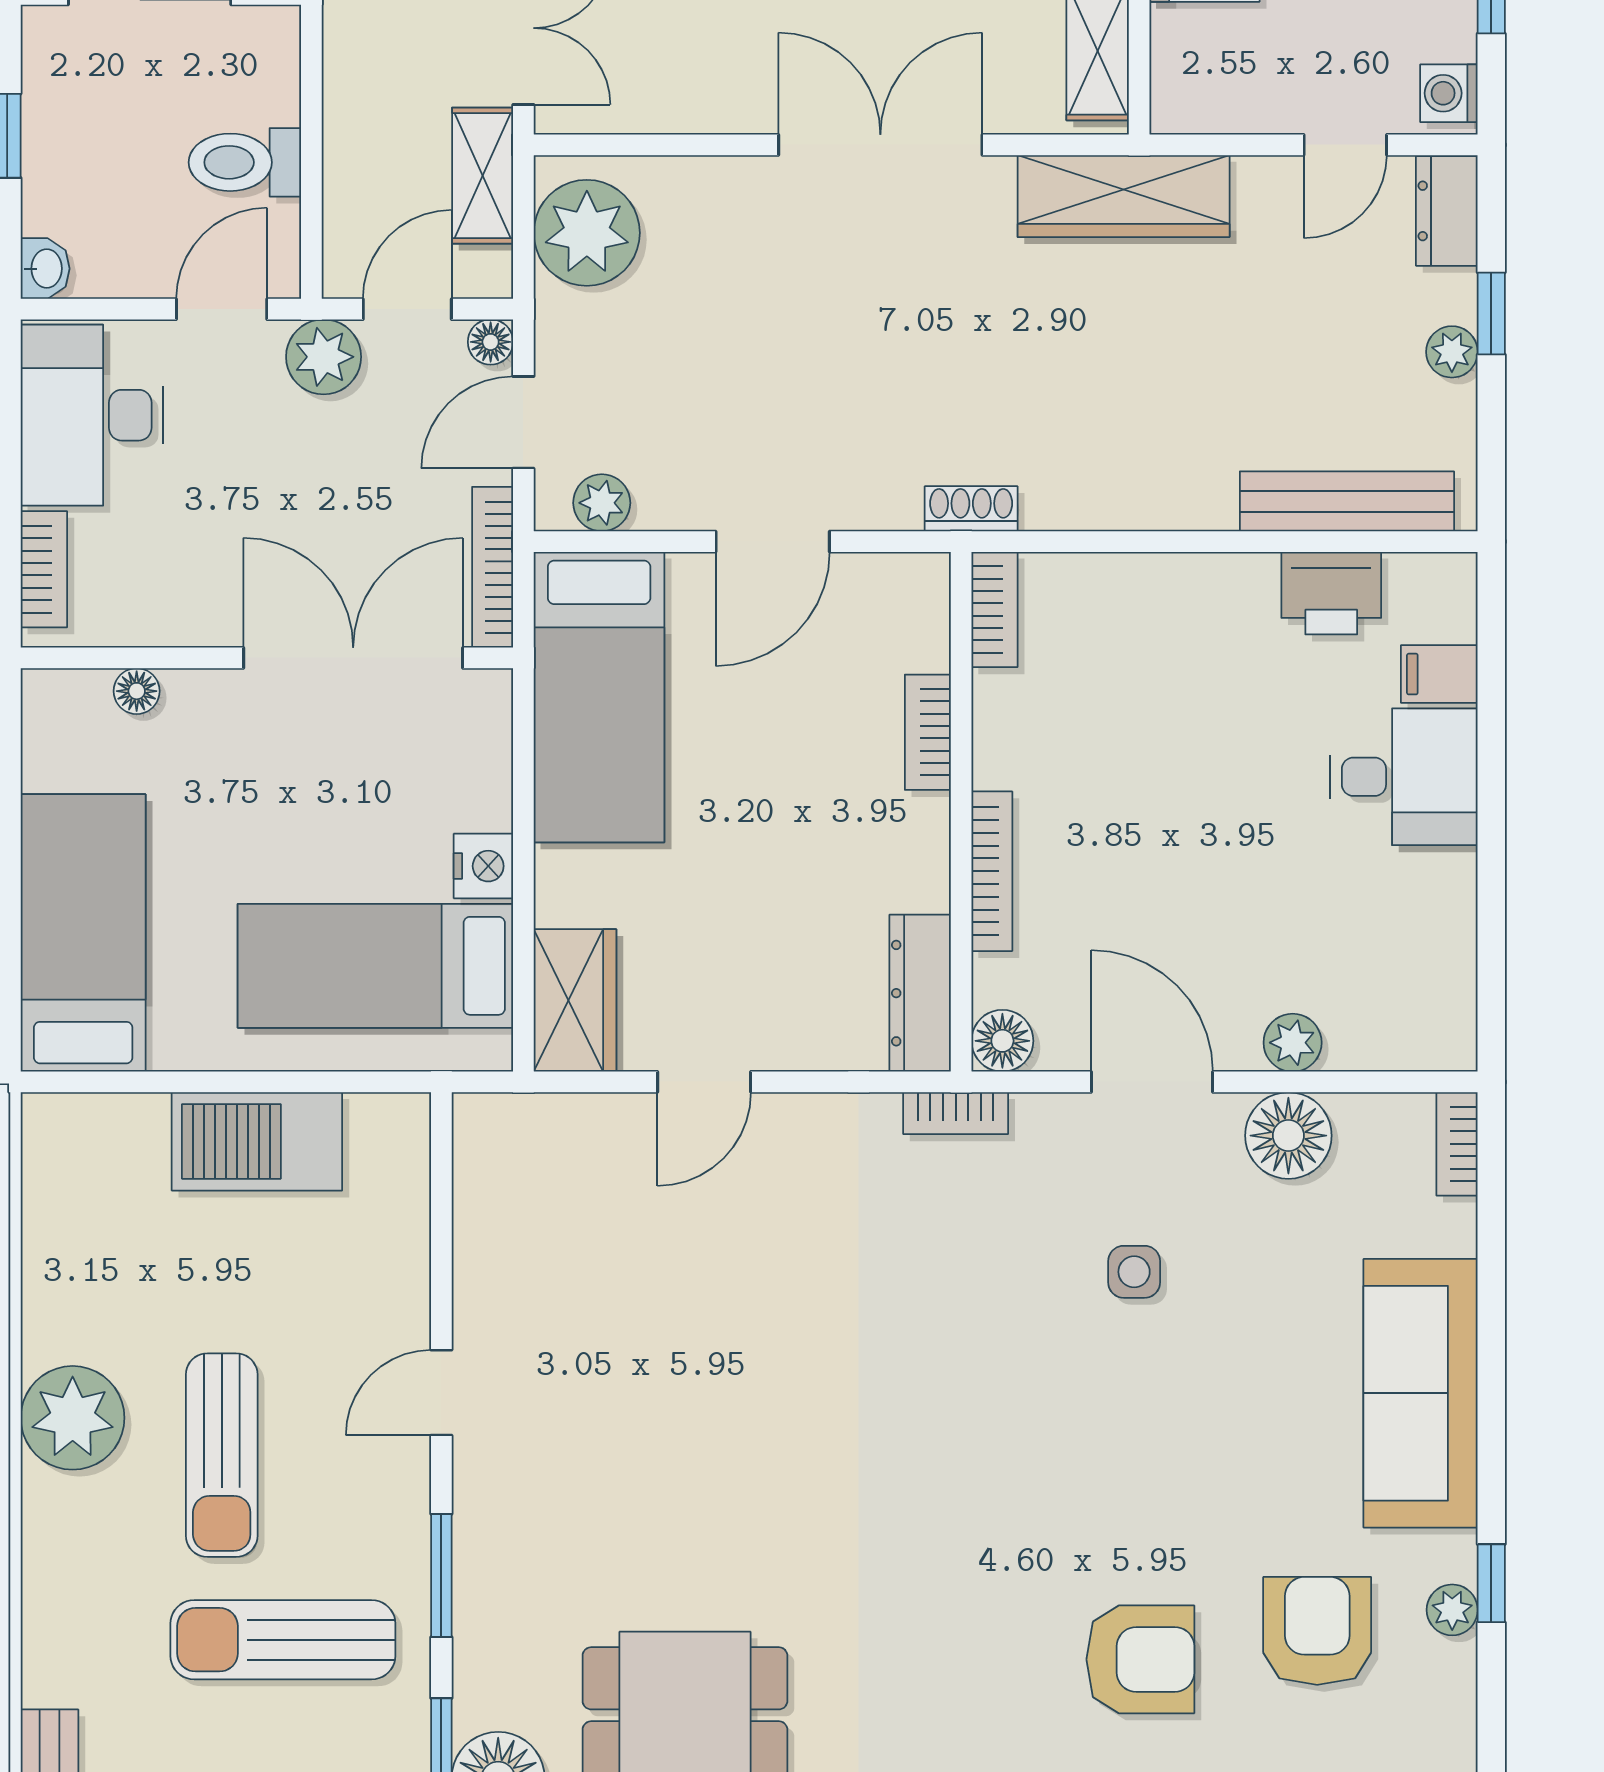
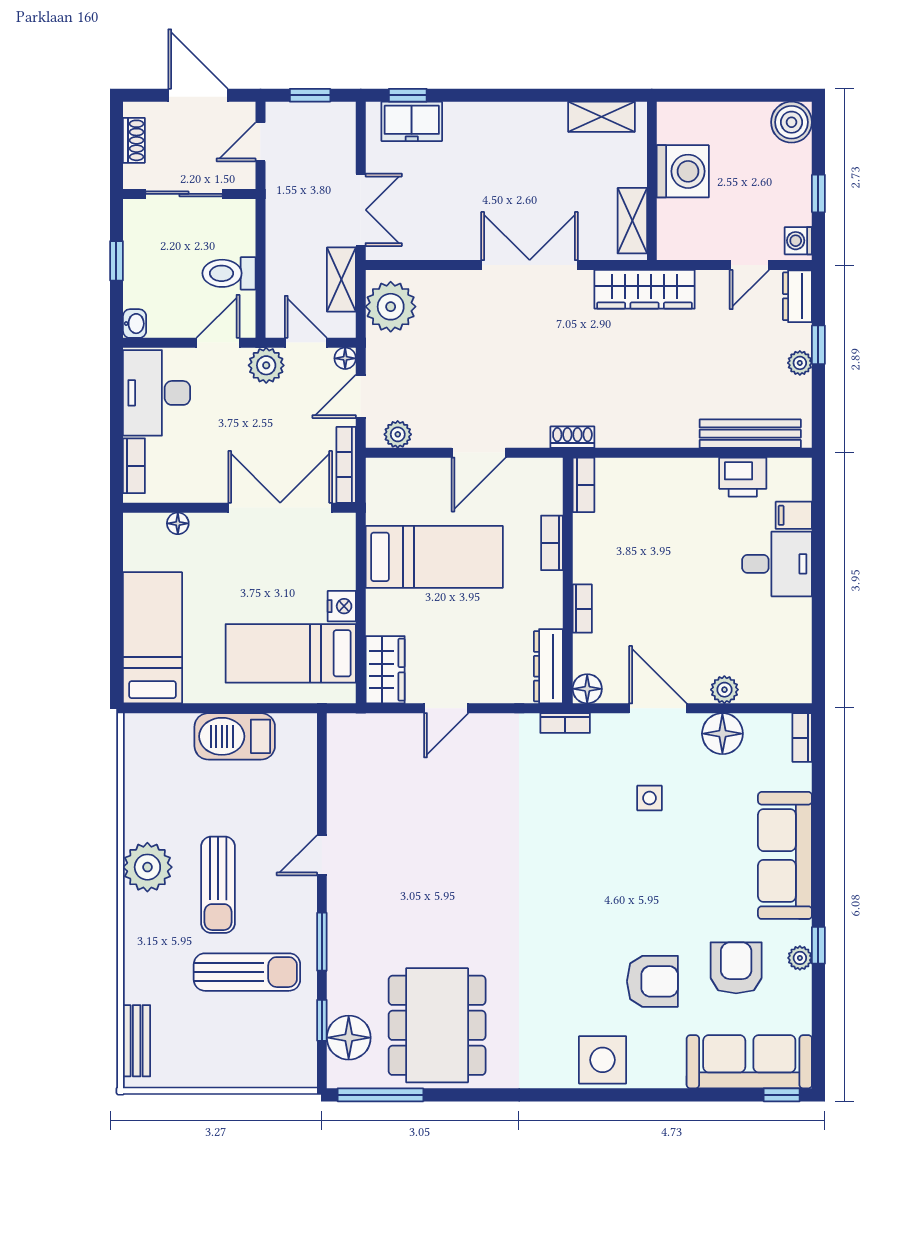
door: (407, 309) -> (306, 343), hinge flipped
bed: (599, 697) -> (434, 557), moved, turned -90
bookcase: (992, 871) -> (582, 609), width x0.64
sun lounger: (283, 1640) -> (247, 972), turned 180

